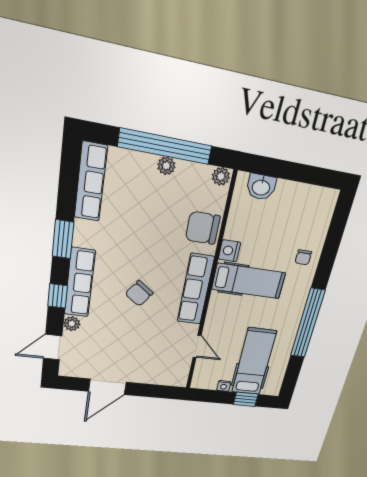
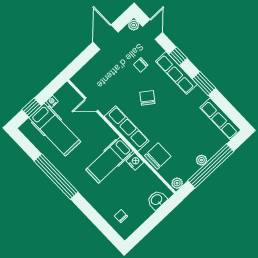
chair: (303, 257) -> (121, 216), moved
plant: (72, 324) -> (134, 25), moved
chair: (106, 329) -> (141, 65), added

